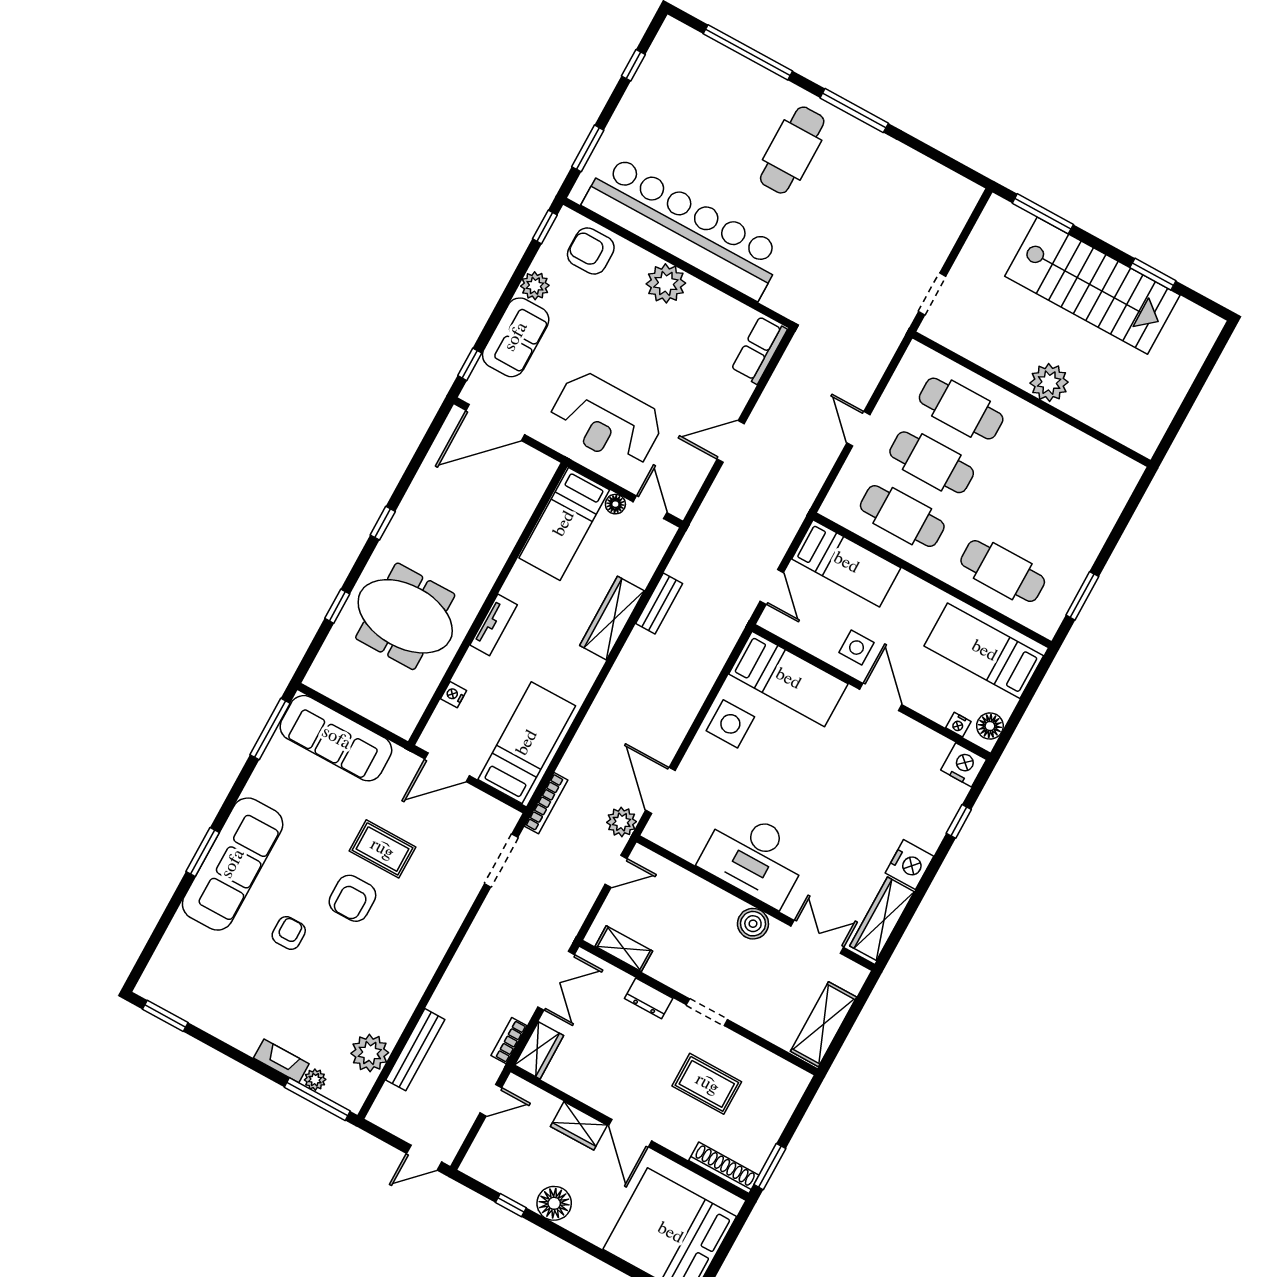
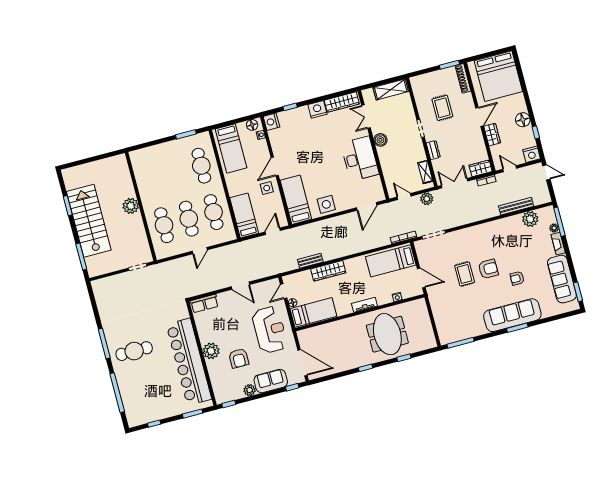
armchair: (591, 251) -> (239, 358), moved
sofa: (336, 738) -> (562, 279), moved, turned 180
plant: (622, 822) -> (427, 199), moved
nightstand: (480, 1162) -> (532, 154), added

